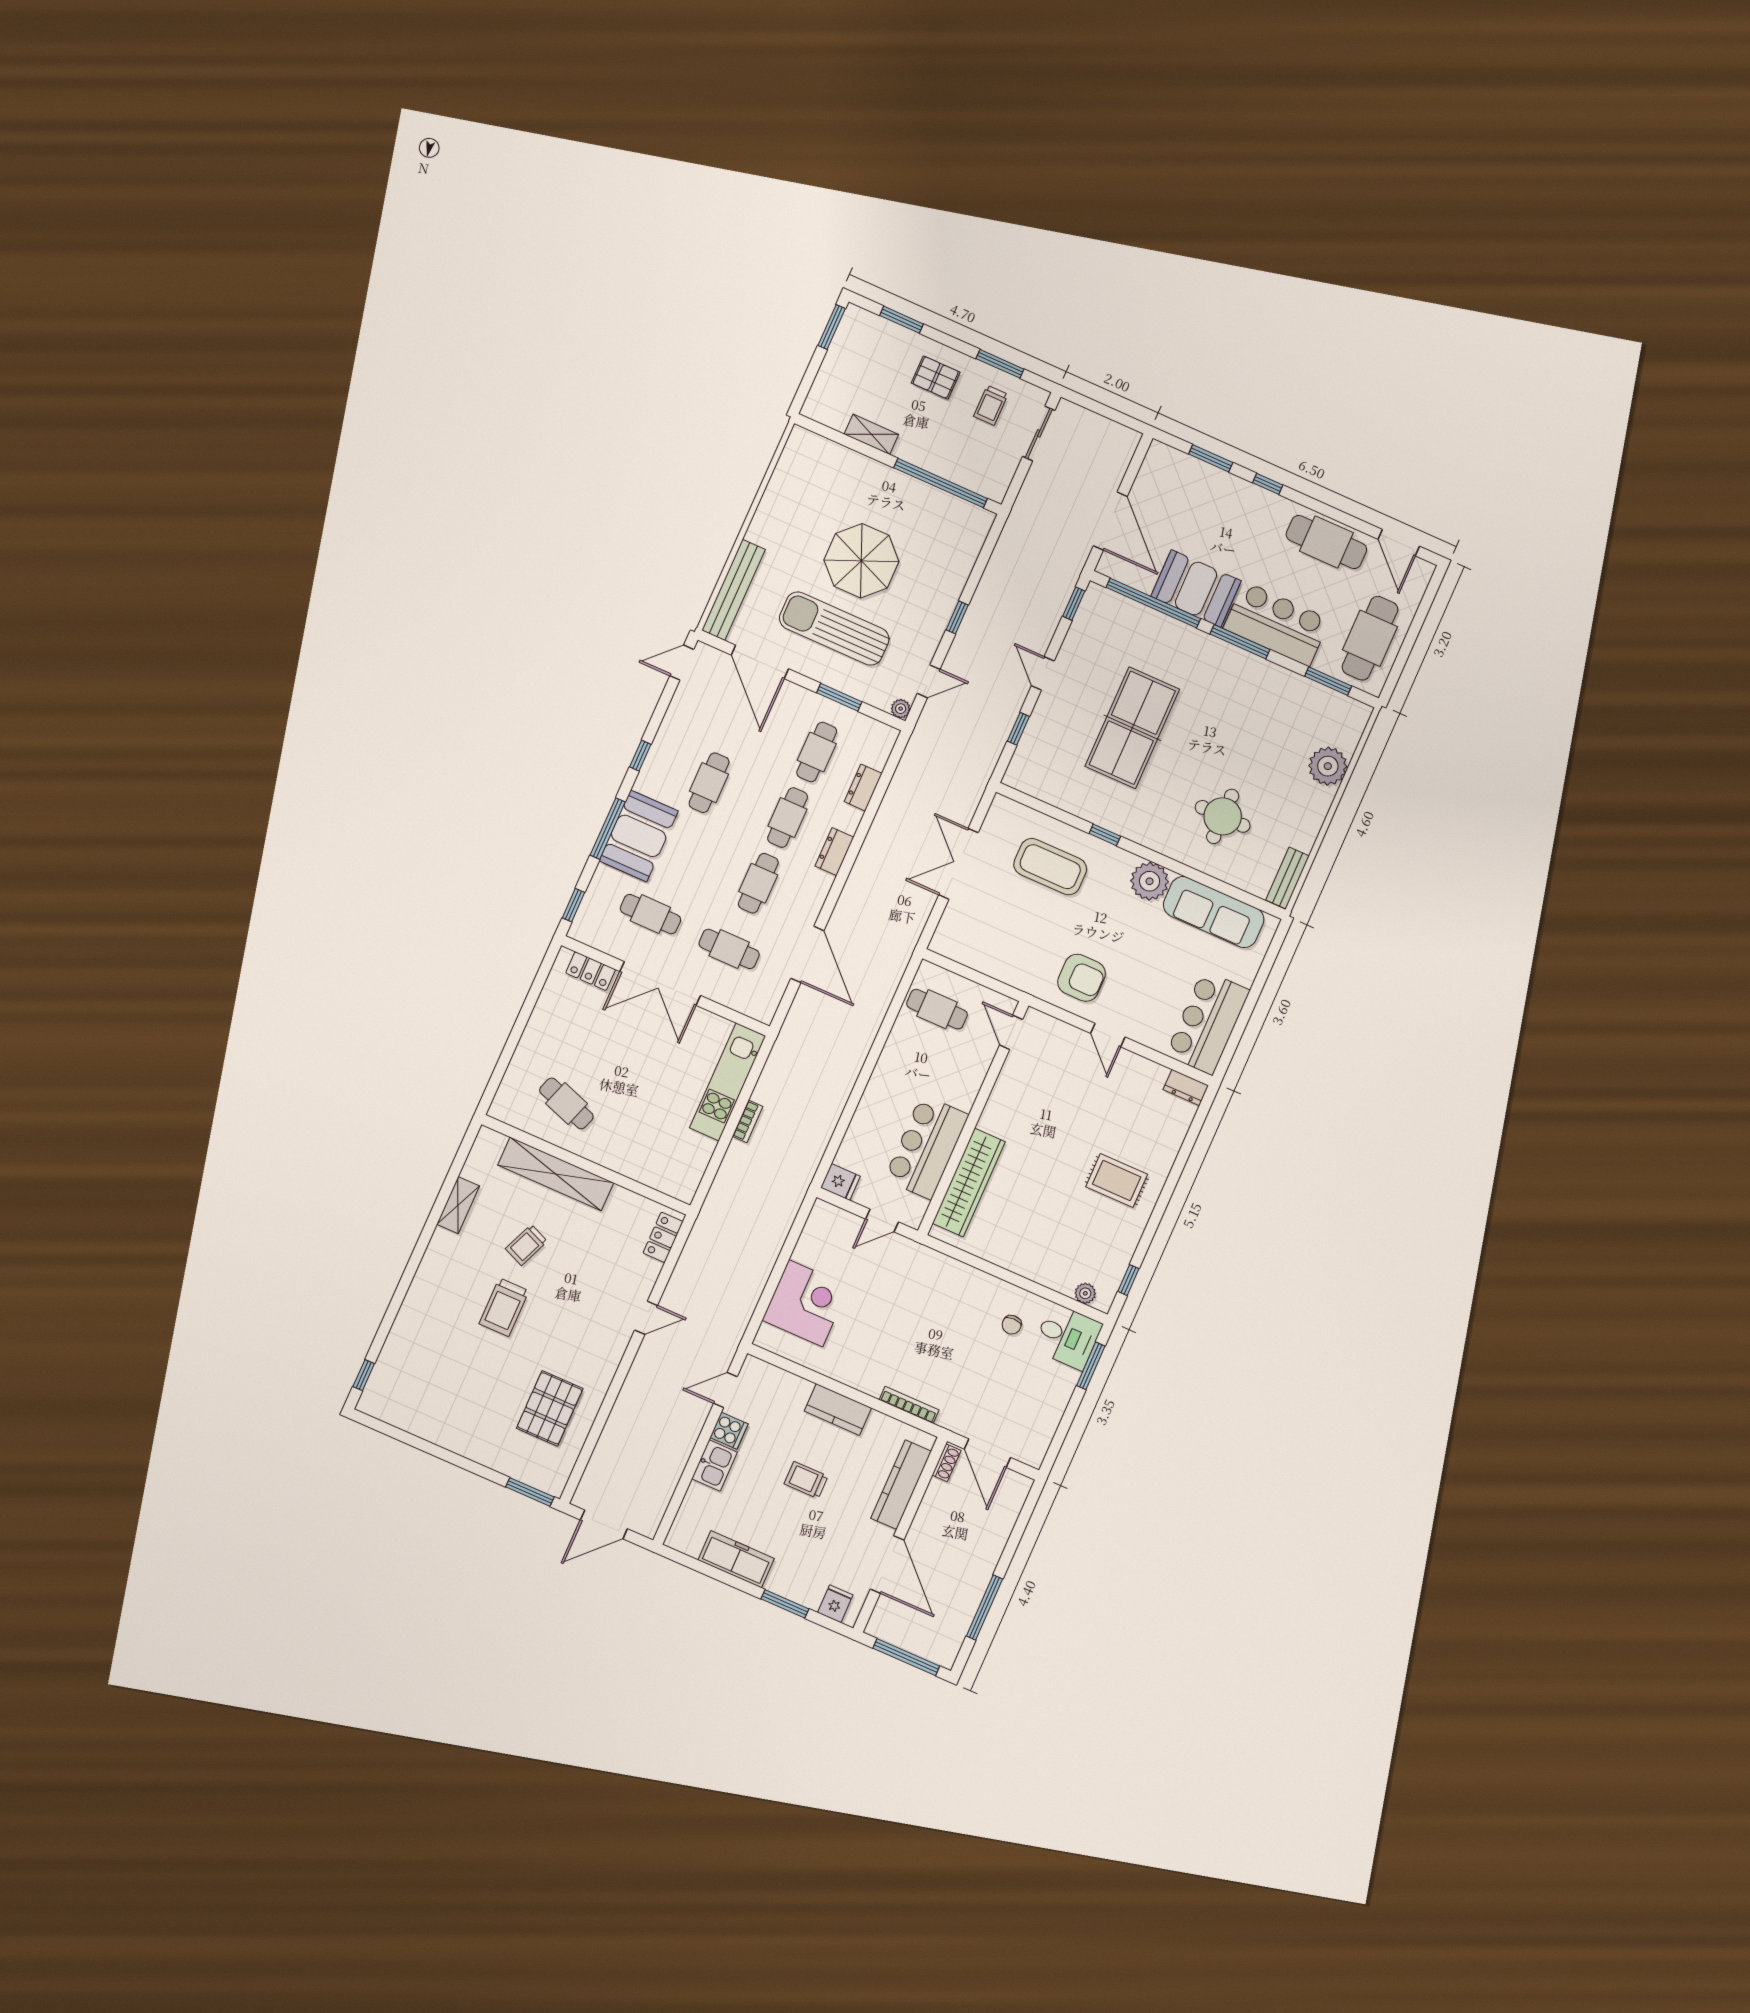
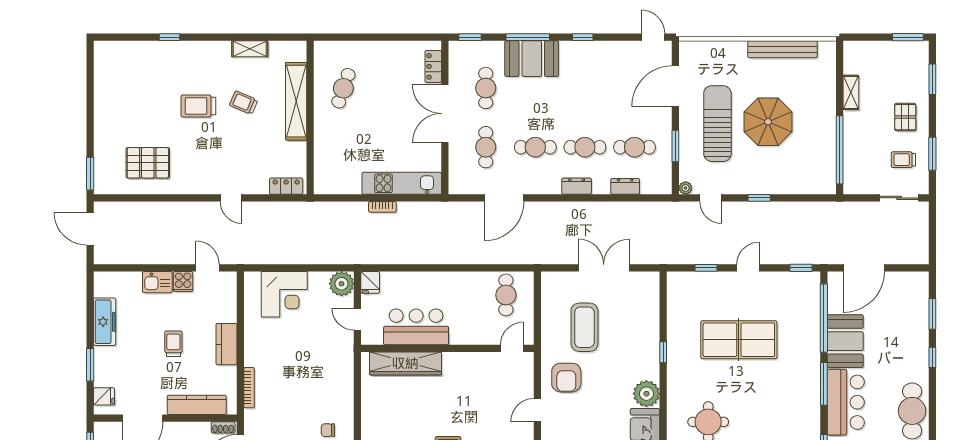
bench: (733, 590) -> (783, 49), moved
cafe table: (709, 783) -> (585, 88), removed
coffee table: (1050, 867) -> (584, 327), moved
plant: (826, 1221) -> (342, 284), added
window: (364, 1375) -> (169, 37), moved

